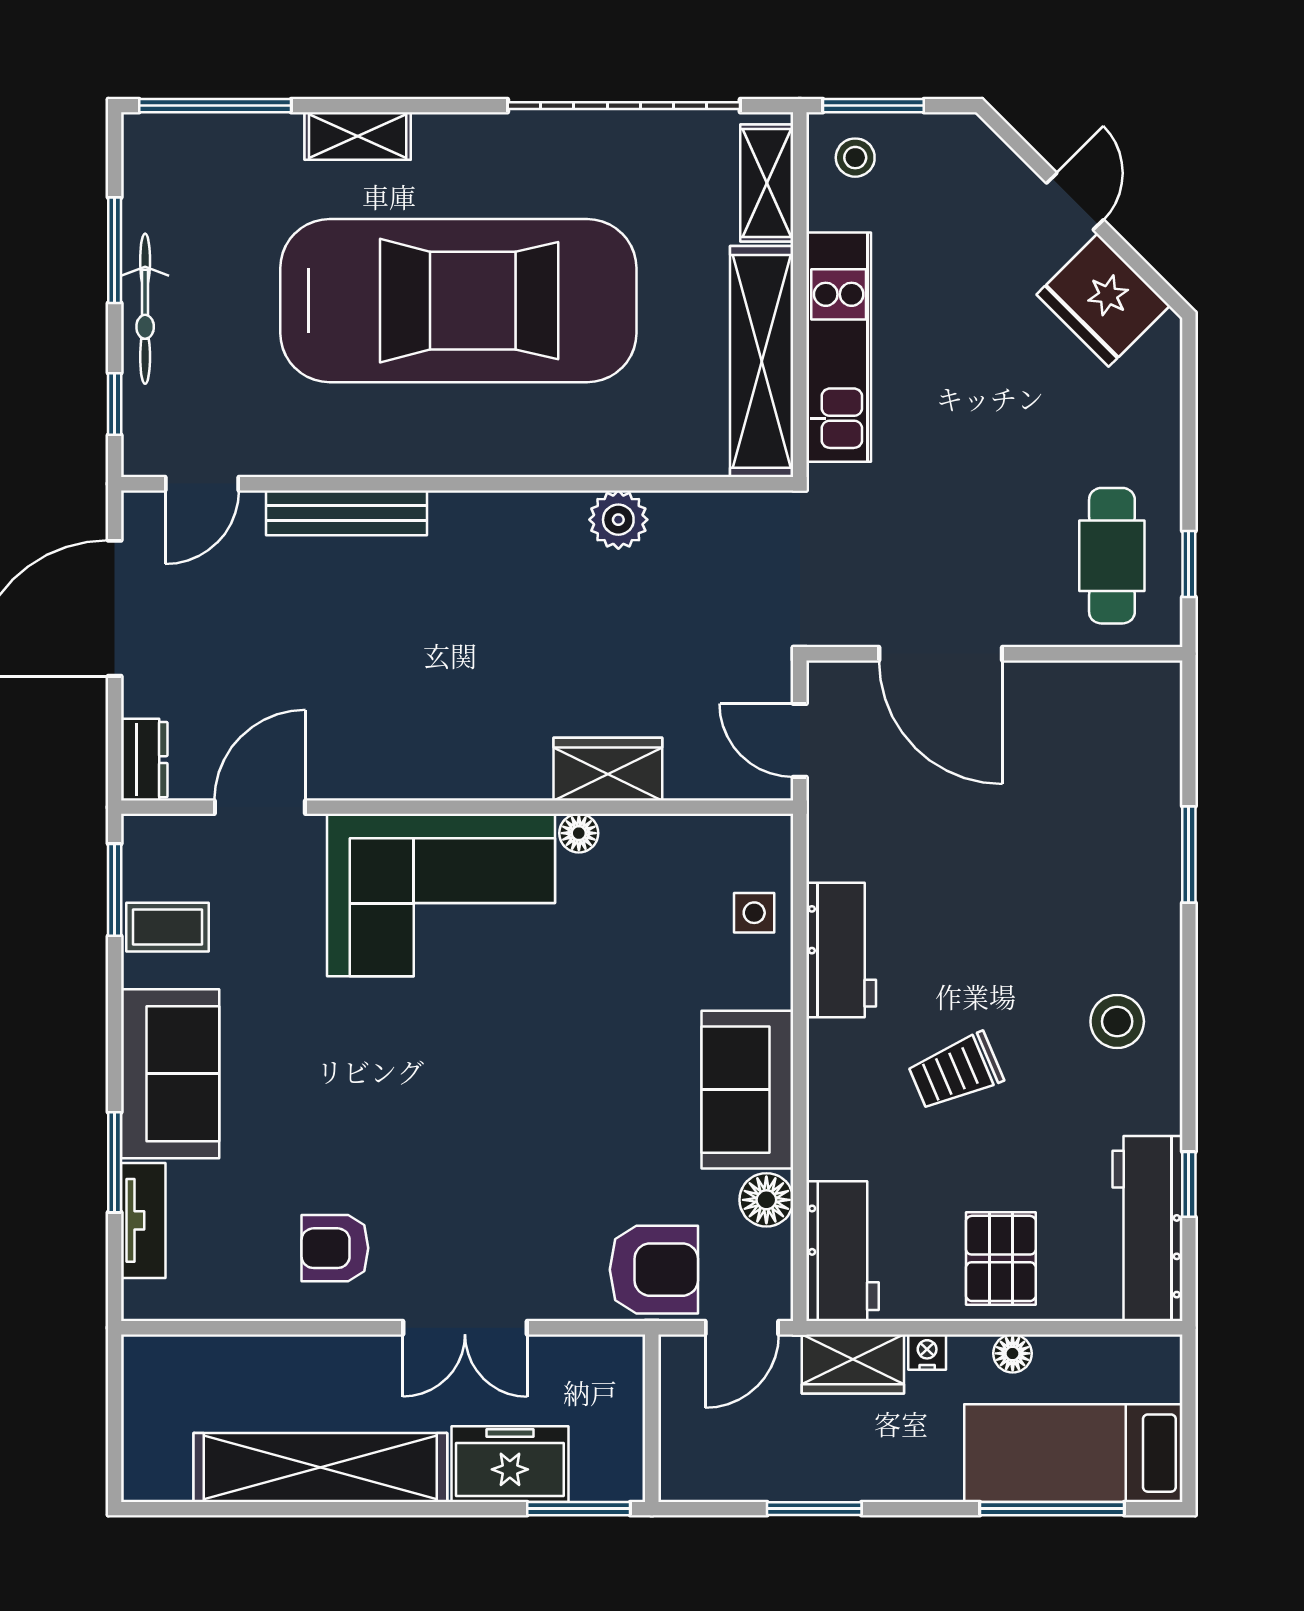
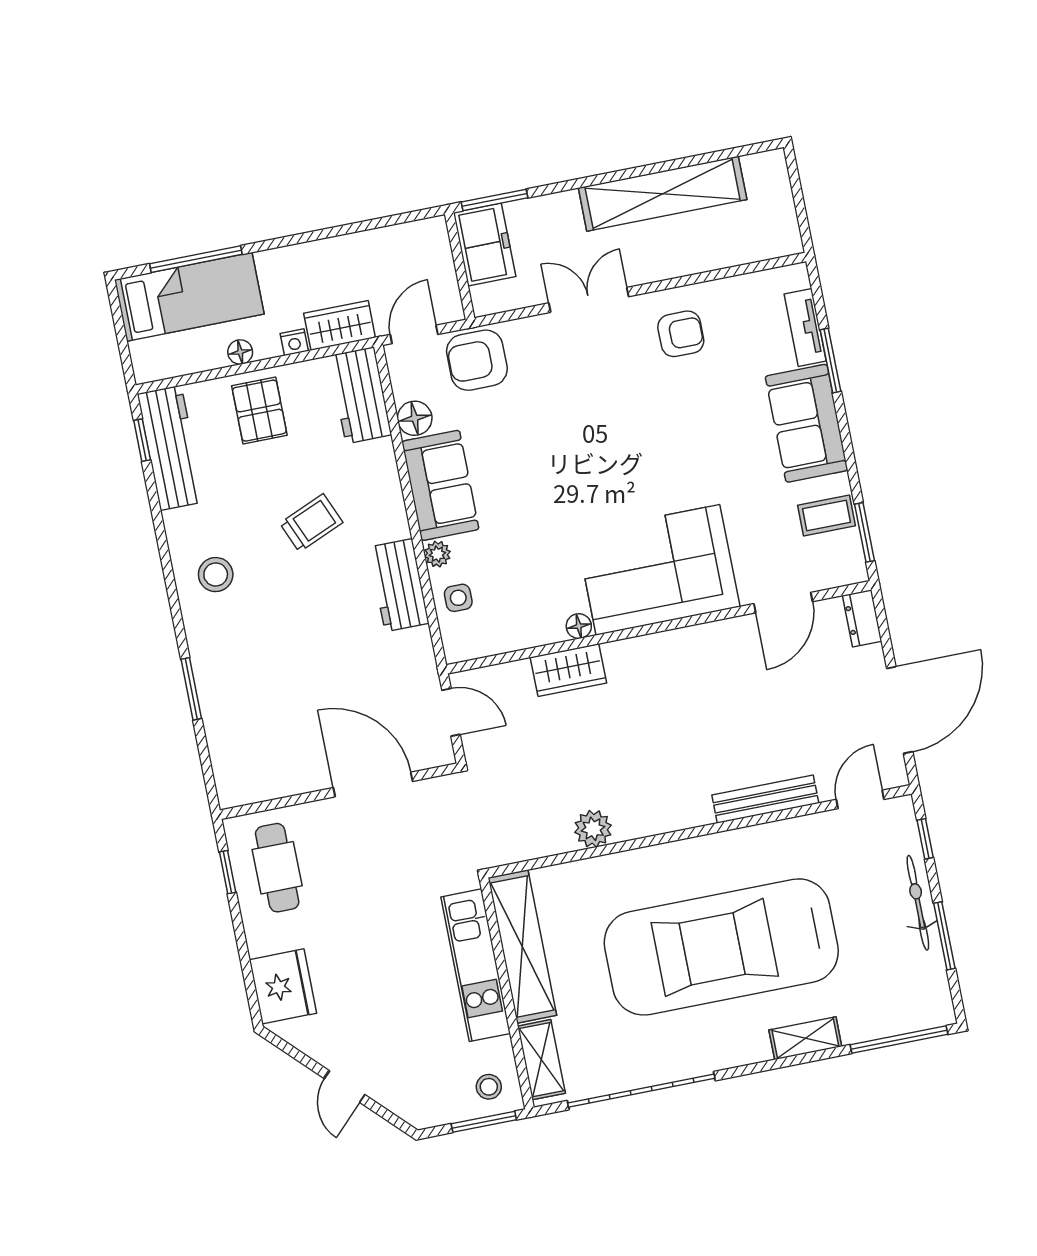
fridge: (1103, 300) -> (283, 986), moved, turned 45
plant: (773, 986) -> (437, 554), added
window: (1189, 1184) -> (142, 440), moved
freezer: (510, 1464) -> (485, 245), moved, turned -90
window: (814, 1509) -> (346, 229), removed

